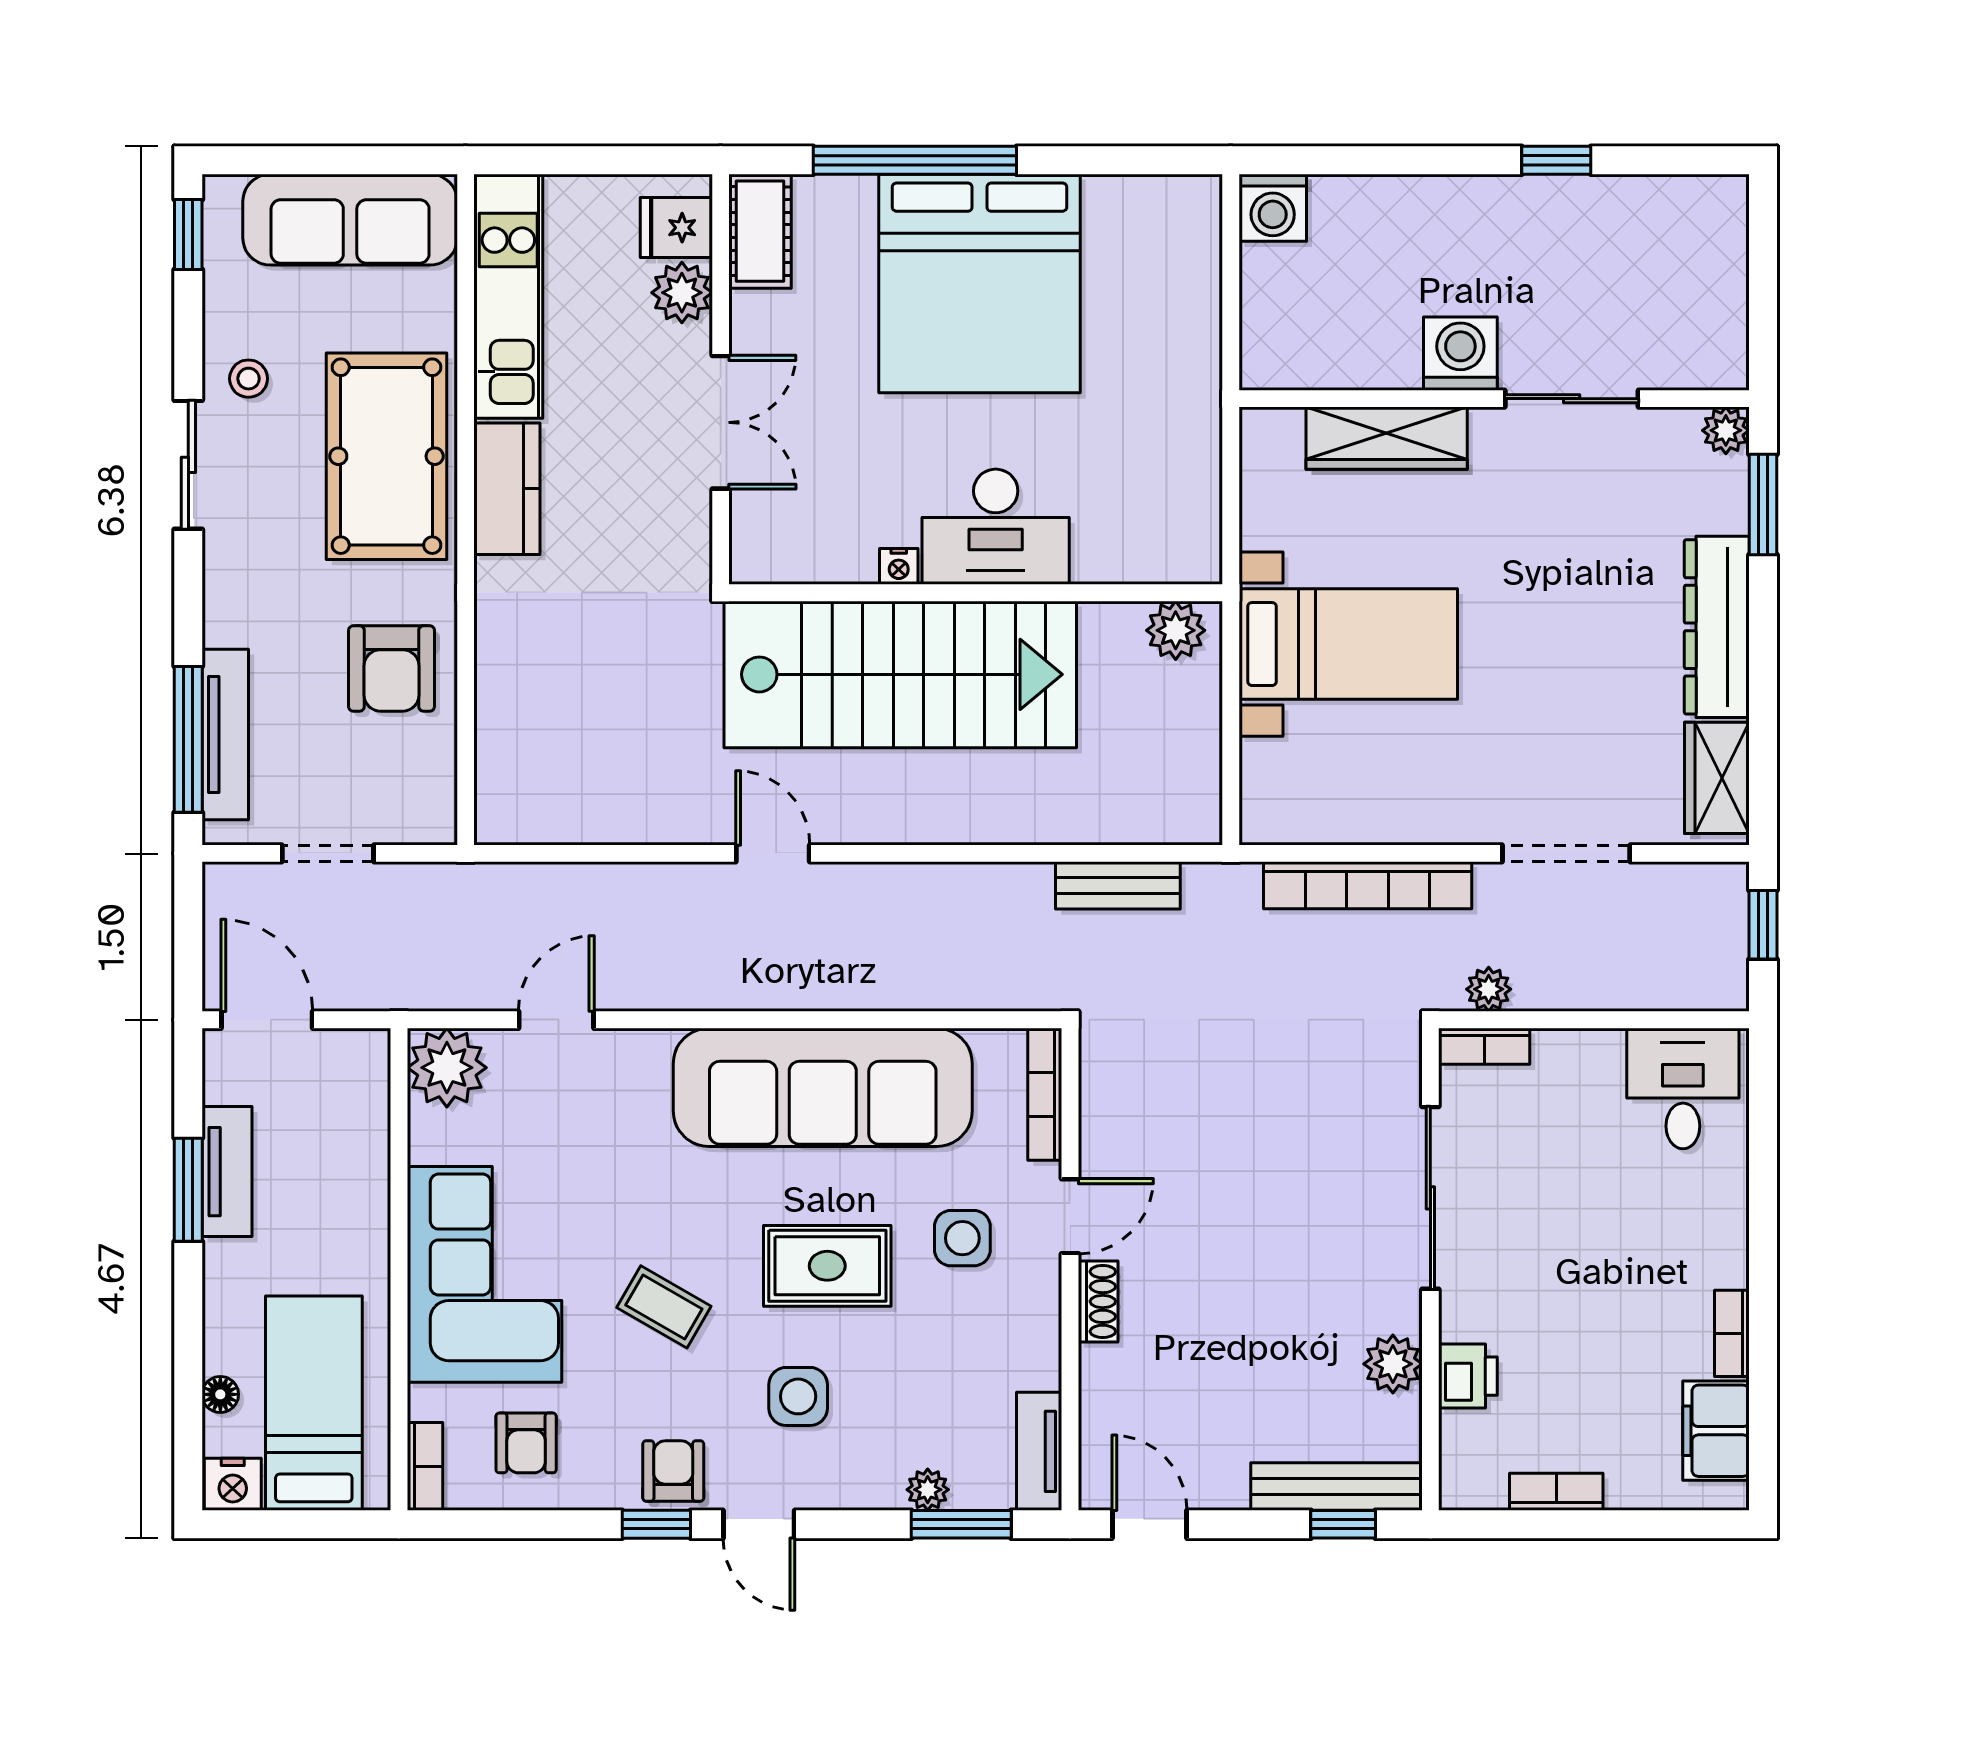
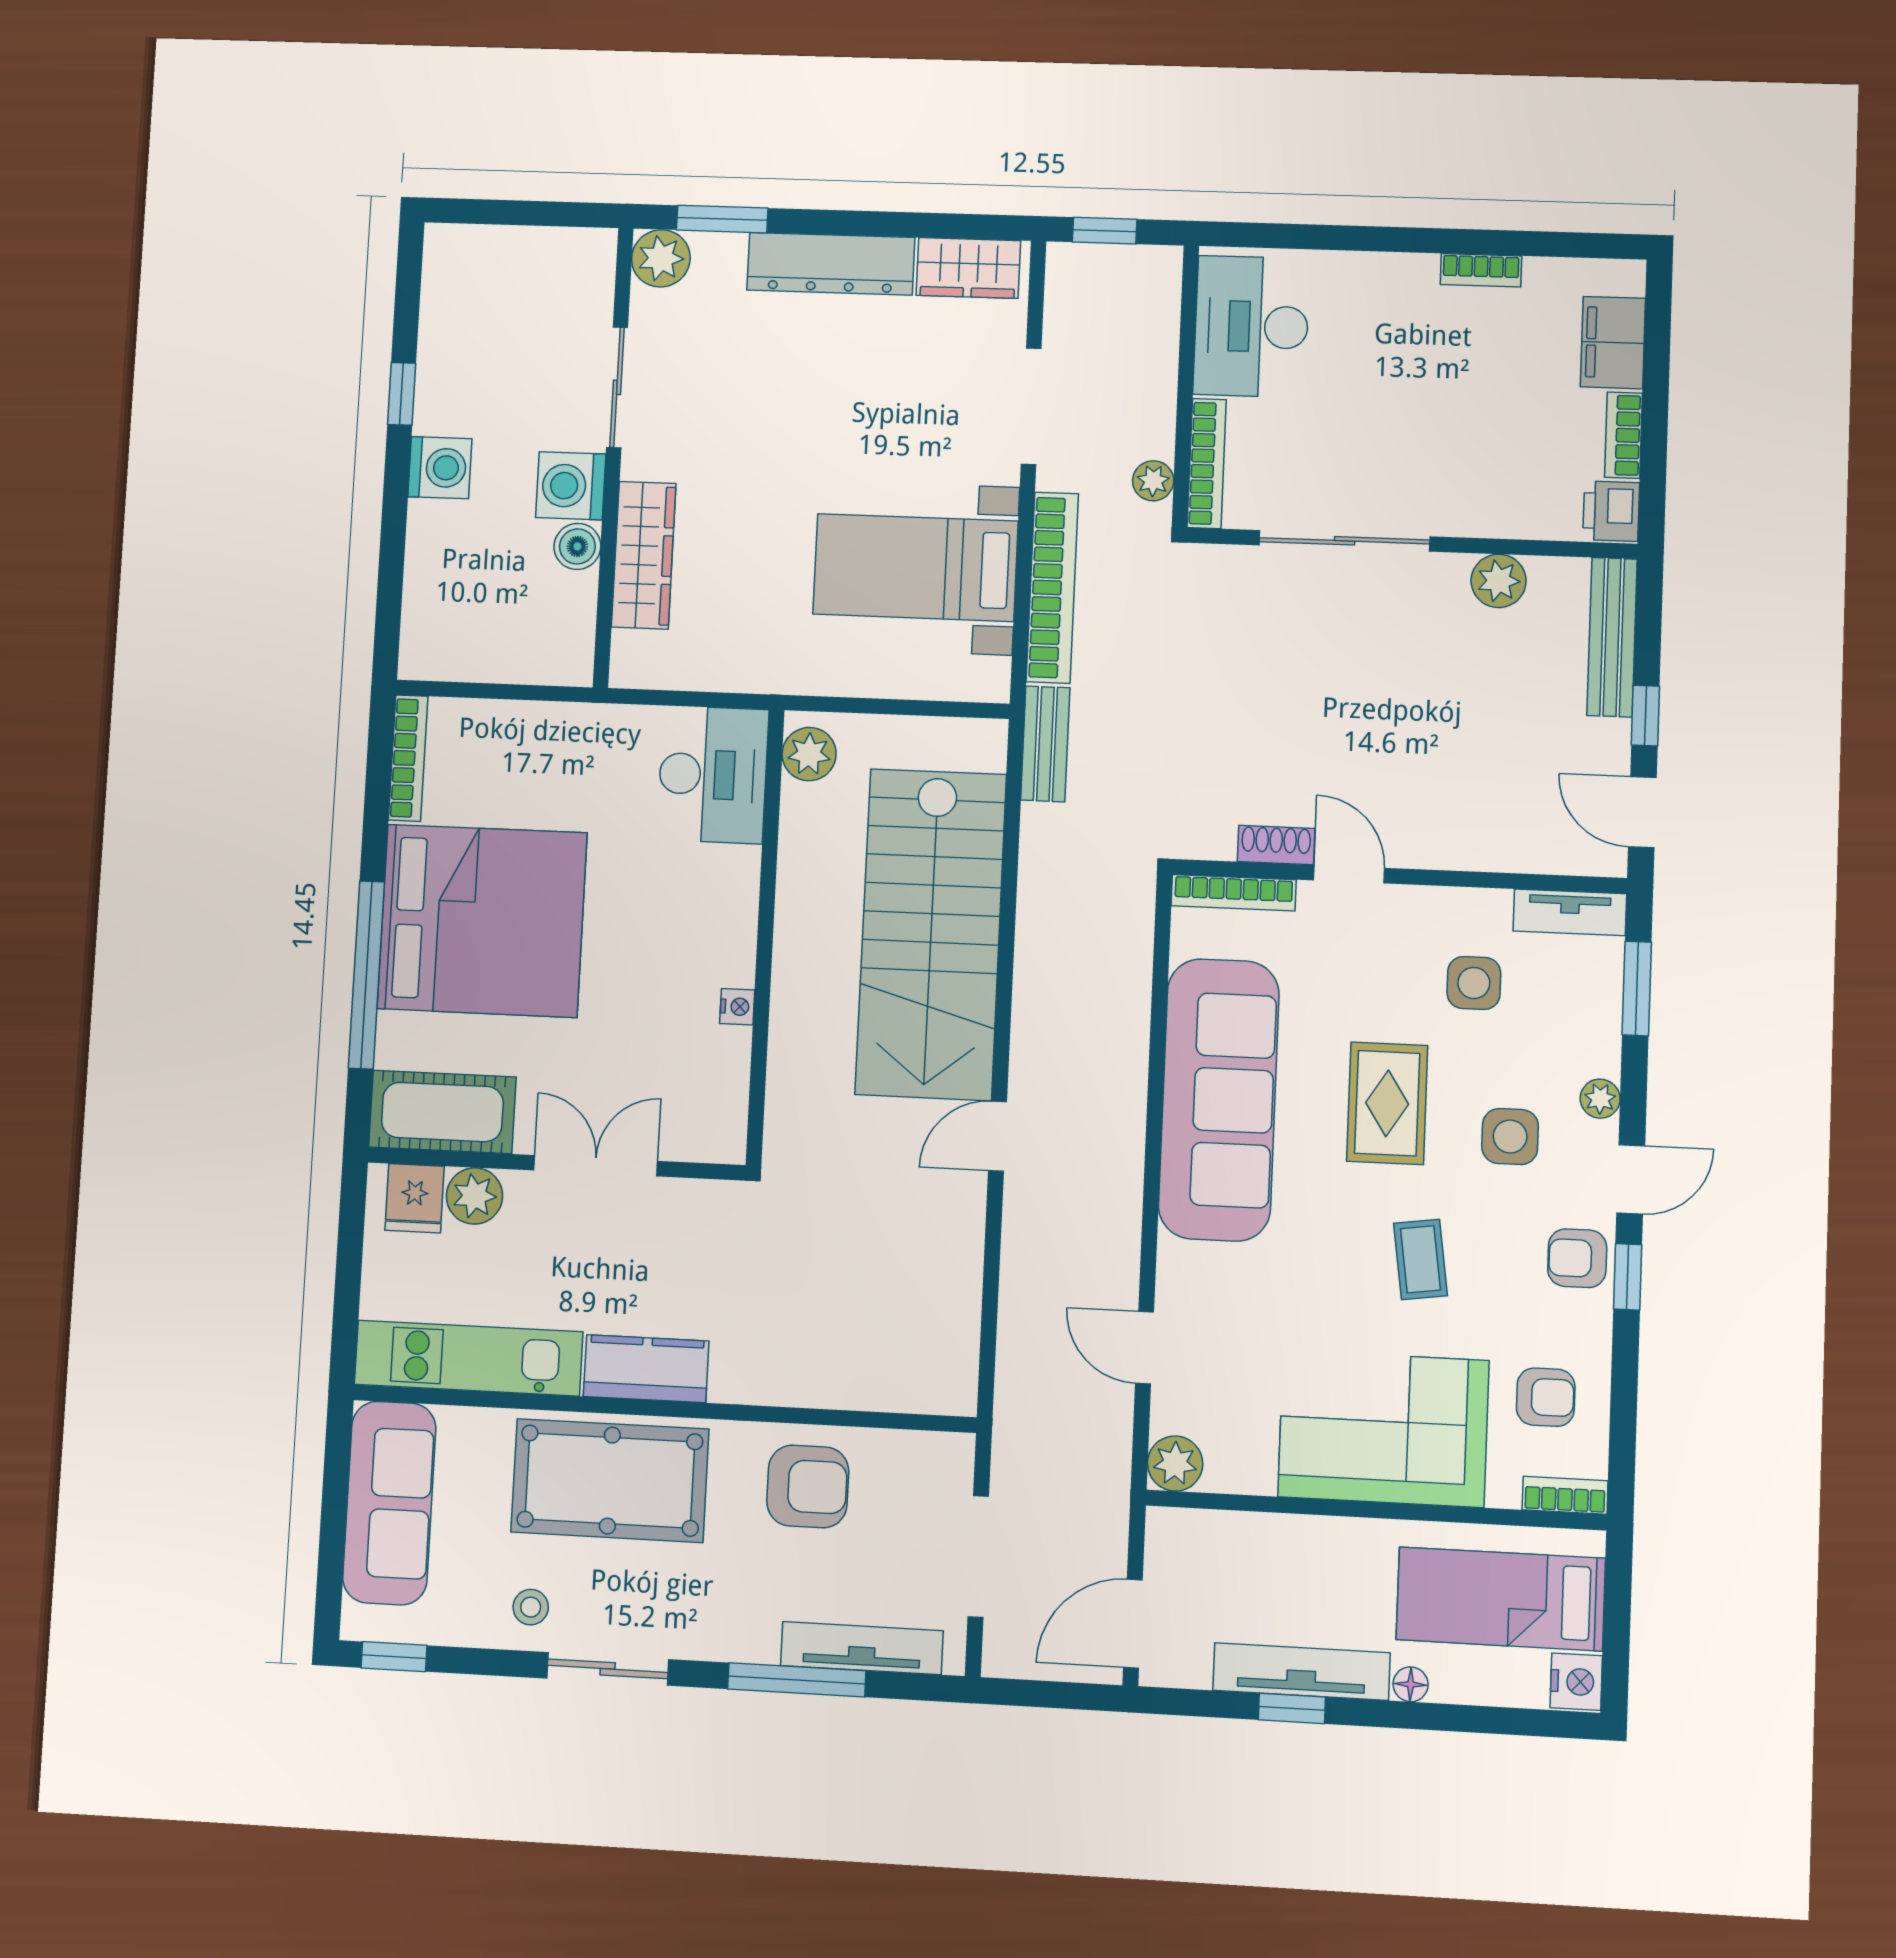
bookcase: (1154, 192) -> (408, 758), added
washing machine: (1273, 208) -> (440, 468), moved
cot: (760, 231) -> (442, 1112), width x1.37, depth x1.34
boiler: (1394, 365) -> (577, 546), added
plant: (1726, 430) -> (661, 258), width x1.38, depth x1.38
desk: (996, 527) -> (713, 775), moved
bed with nightstands: (1348, 644) -> (915, 568), moved, turned -90
stairs: (900, 674) -> (931, 934), moved, turned 180
window: (188, 739) -> (797, 1680), moved
doorway: (328, 853) -> (978, 1557), width x1.38
bench: (1118, 885) -> (1045, 744), moved
bookcase: (1484, 1046) -> (1207, 463), width x1.56
plant: (447, 1068) -> (1175, 1464), width x0.73, depth x0.73
desk: (1683, 1088) -> (1251, 326), width x1.37
tv unit: (227, 1172) -> (1301, 1672), width x1.41
window: (188, 1190) -> (1292, 1708), width x0.67
side table: (962, 1238) -> (1474, 983), moved
shoe rack: (1098, 1301) -> (1276, 845), moved
coffee table: (664, 1307) -> (1421, 1259), turned -38
printer: (1468, 1376) -> (1611, 511), moved, turned -90
floor lamp: (220, 1394) -> (1411, 1684), moved
filing cabinet: (1716, 1431) -> (1613, 343), moved, turned 90
plant: (928, 1490) -> (1600, 1099), moved
door: (1149, 1524) -> (1642, 812), hinge flipped
window: (1343, 1524) -> (1645, 716), moved

